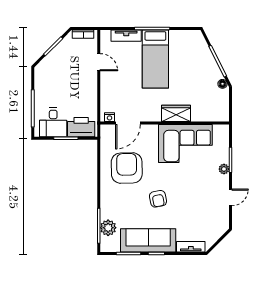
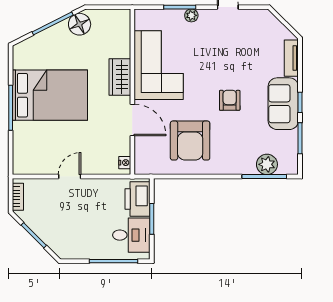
tv unit: (126, 36) -> (20, 141), removed
bed: (155, 59) -> (50, 95), width x1.50
door: (99, 62) -> (70, 177), moved
floor lamp: (223, 84) -> (80, 24), width x1.89, depth x1.89
door: (128, 123) -> (132, 120), moved
armchair: (127, 168) -> (190, 141), turned -89
armchair: (158, 199) -> (230, 100), turned -79
sofa: (148, 240) -> (283, 104), width x0.73

